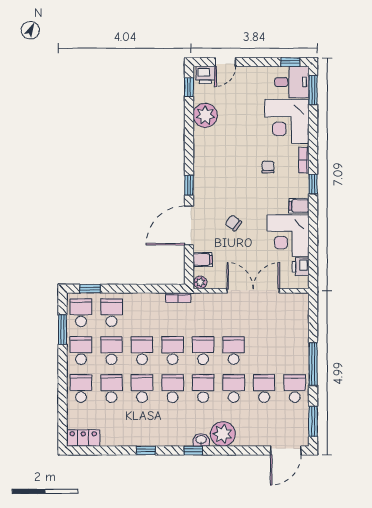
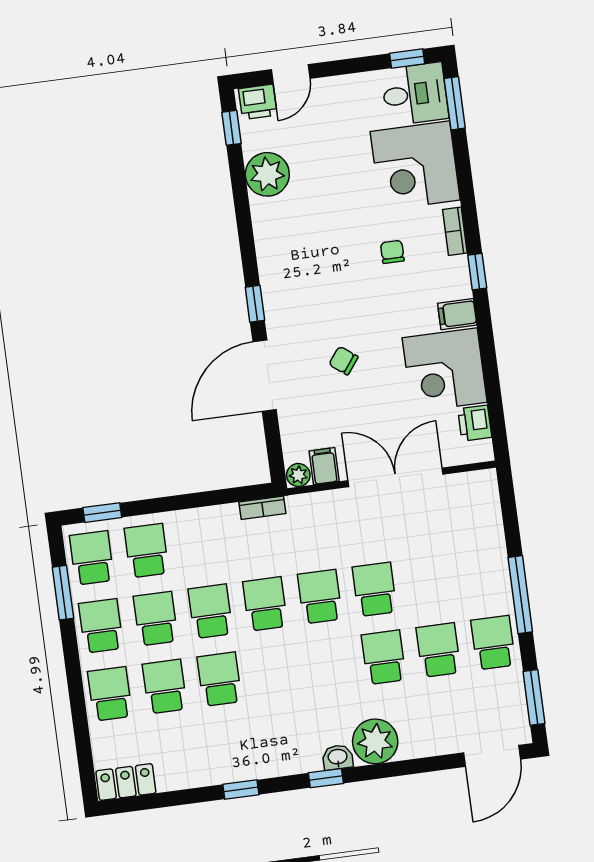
filing cabinet: (203, 260) -> (324, 466), moved, turned -90
school desk: (173, 388) -> (274, 672), removed
school desk: (203, 388) -> (329, 665), removed

